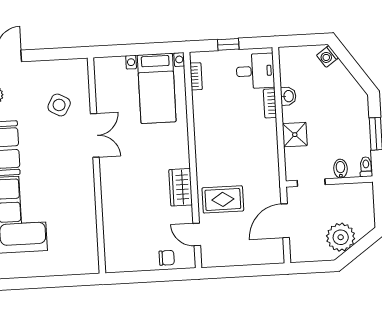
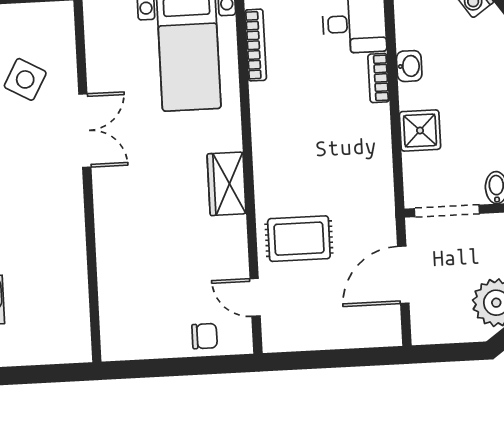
bookcase: (196, 76) -> (256, 45), width x1.56
doorway: (311, 183) -> (447, 211), width x1.38
wardrobe: (181, 187) -> (227, 184), moved

